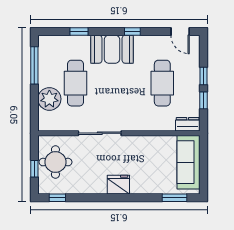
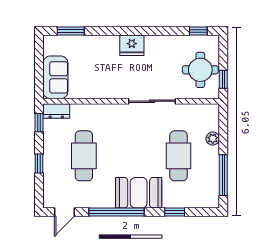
window: (132, 31) -> (116, 212), width x3.17
door: (180, 31) -> (65, 212), swing flipped
plant: (49, 99) -> (213, 139), width x0.53, depth x0.53
window: (203, 100) -> (39, 123), moved
sofa: (188, 162) -> (55, 77), width x0.73
window: (34, 169) -> (223, 79), moved

